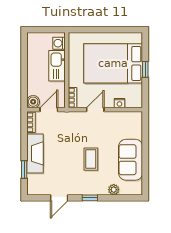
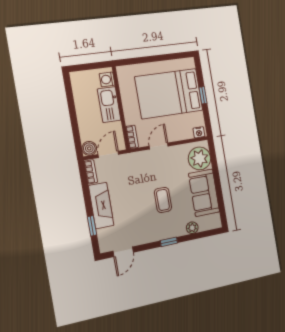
nightstand: (119, 103) -> (199, 132), moved
plant: (132, 127) -> (200, 158), added
door: (59, 198) -> (123, 252), moved

